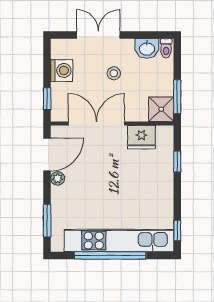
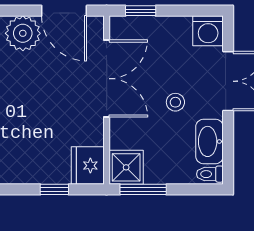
washbasin: (147, 48) -> (209, 141), width x1.38
washing machine: (62, 70) -> (208, 31), moved
fridge: (141, 137) -> (88, 166), moved
plant: (58, 178) -> (23, 33), width x1.88, depth x1.88

